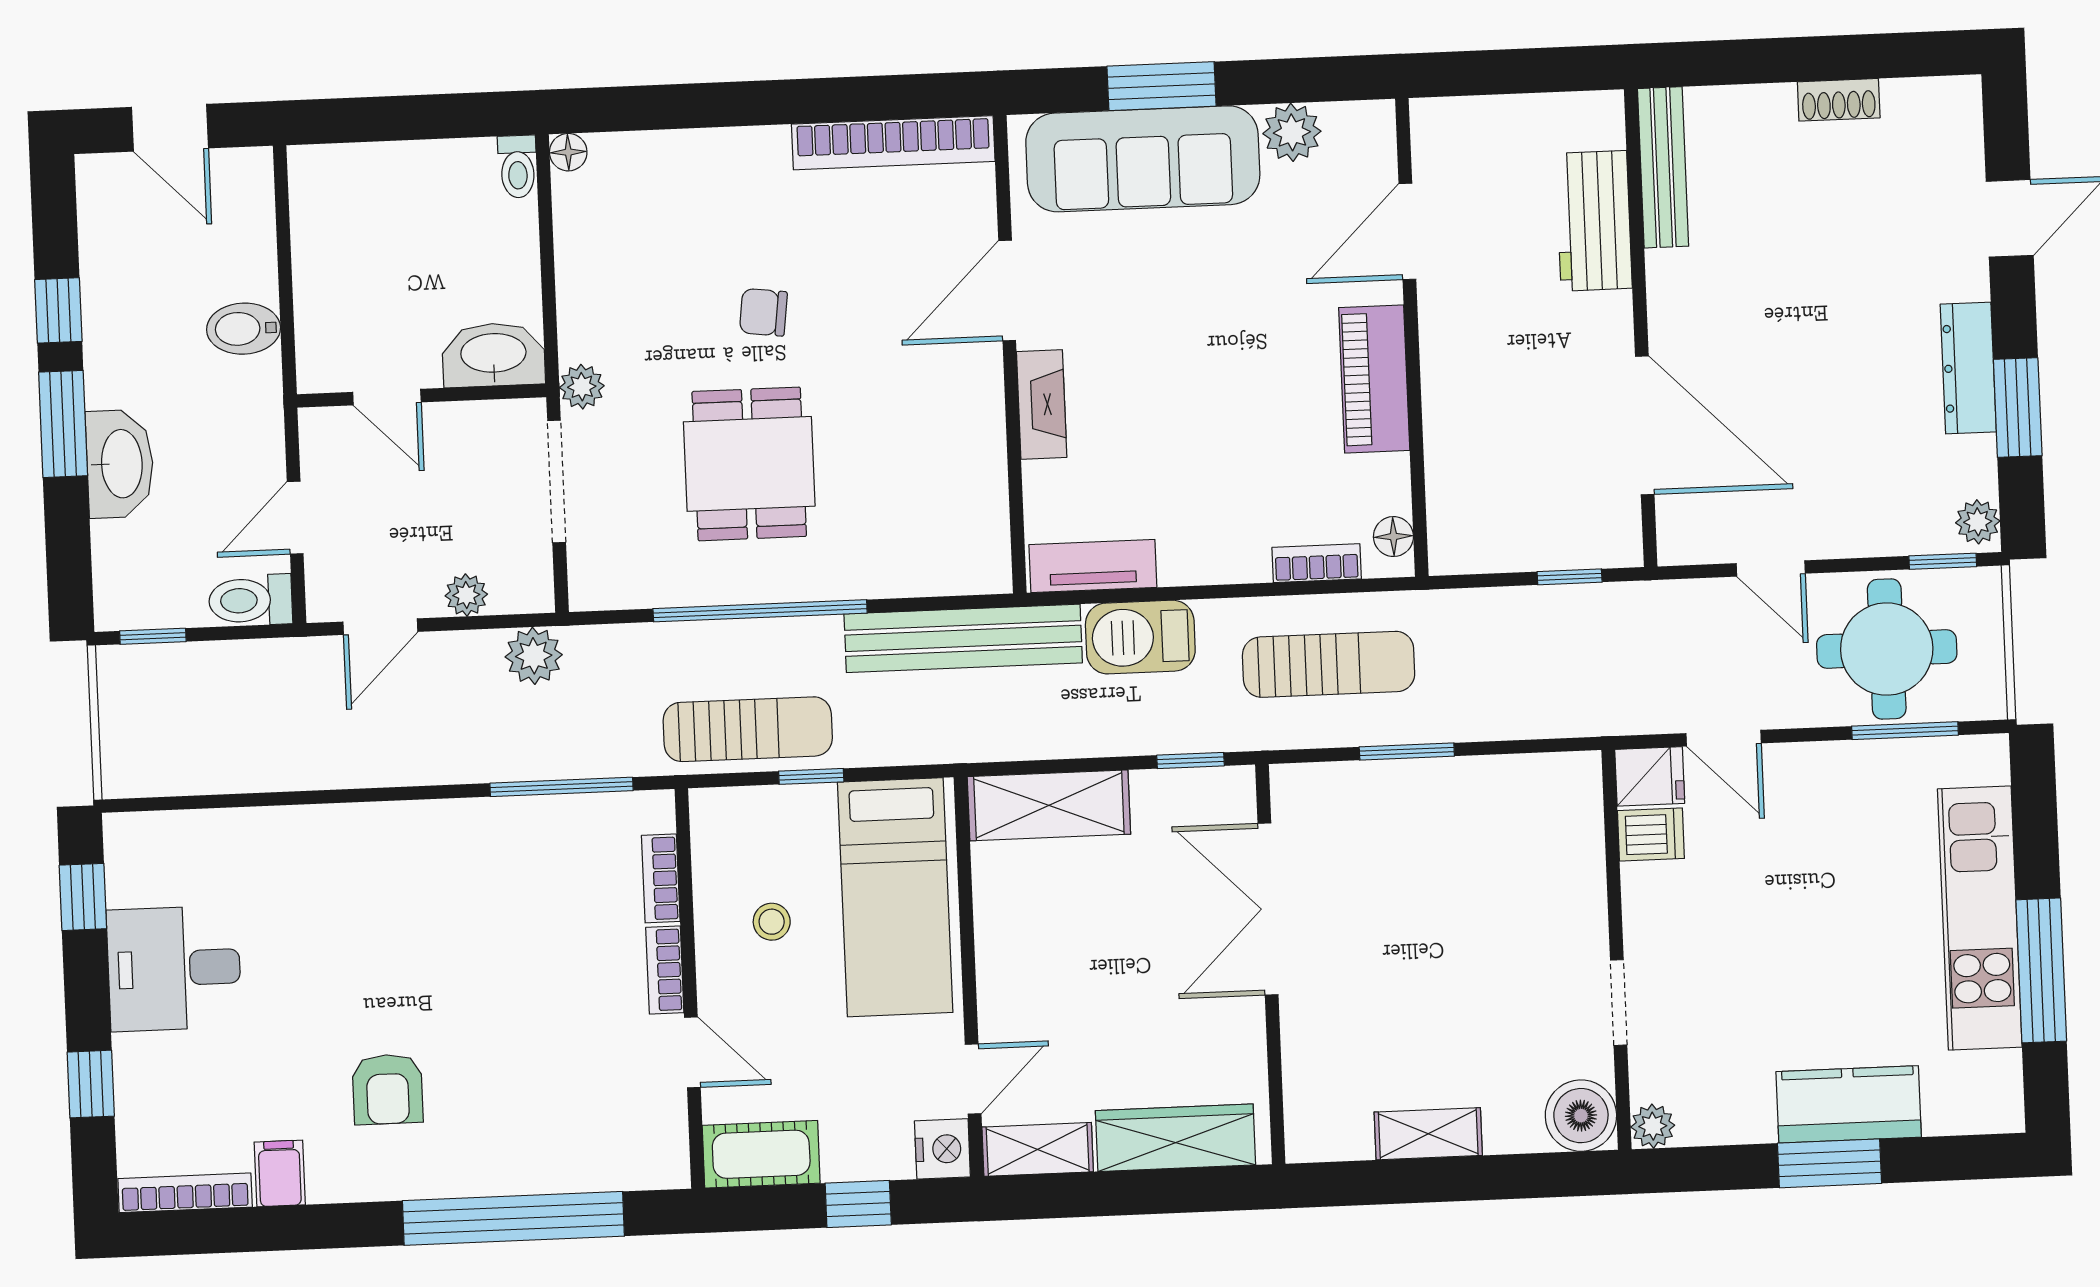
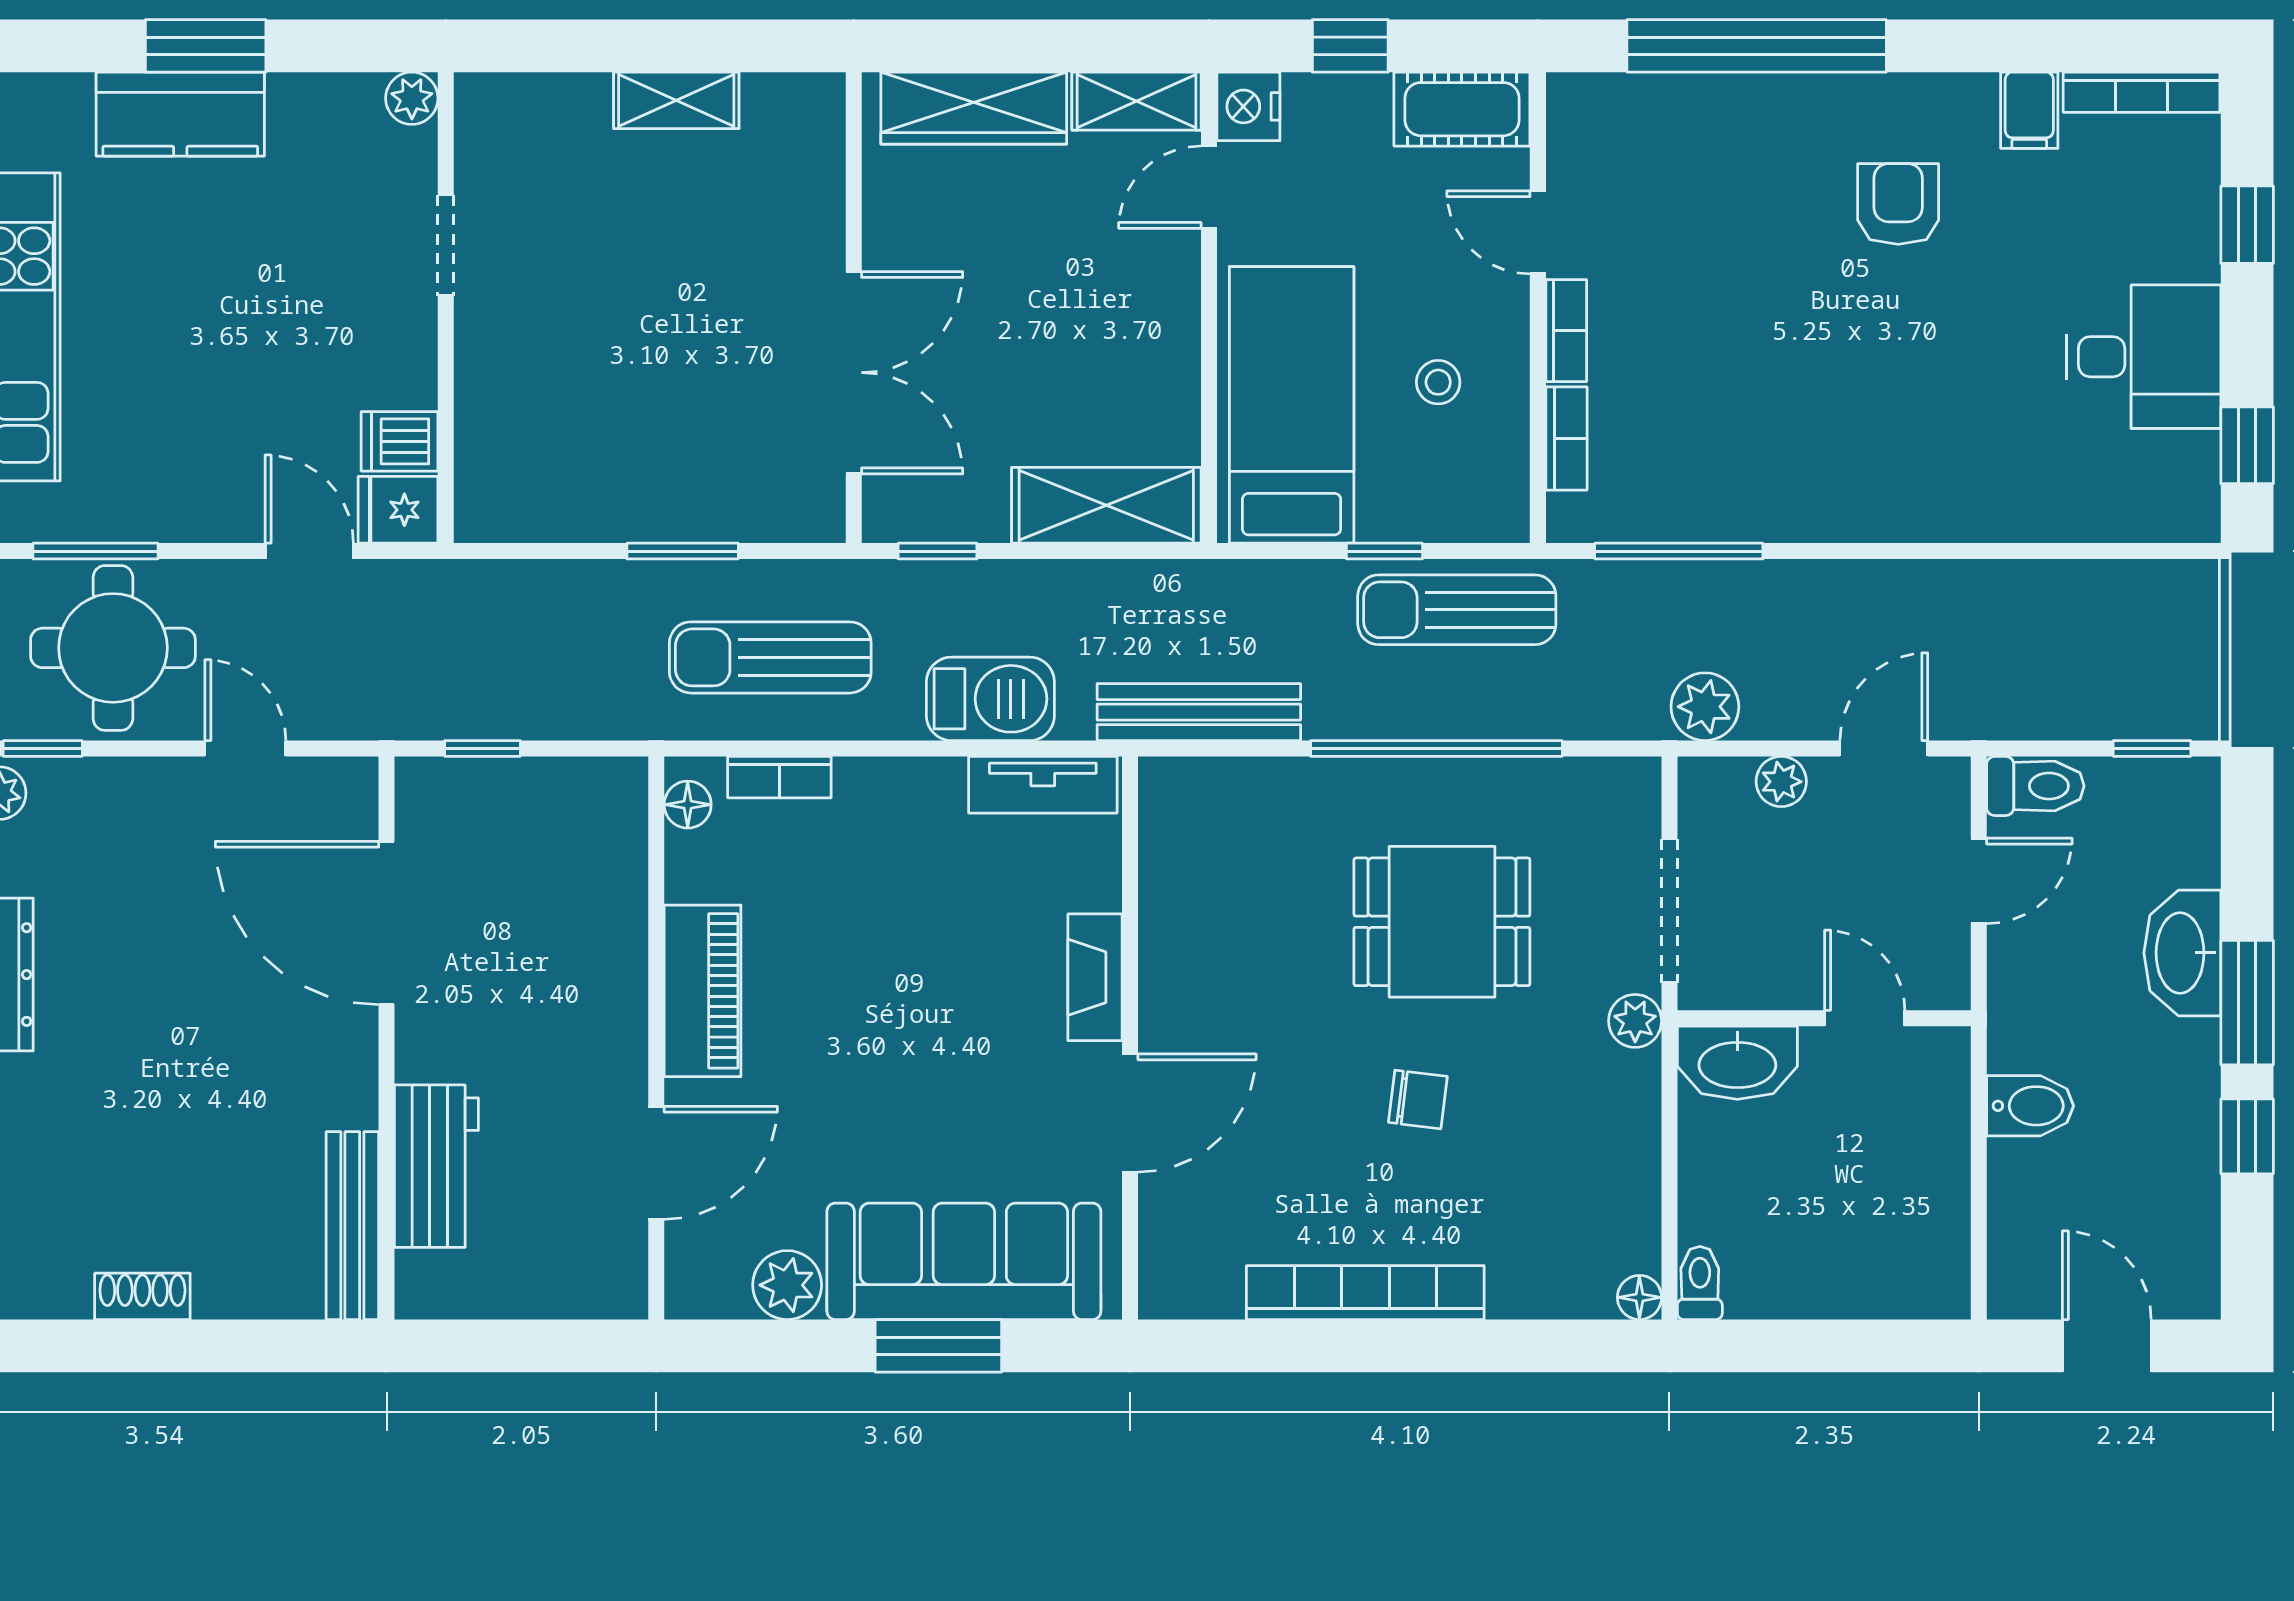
bookcase: (893, 143) -> (1365, 1293), moved
dining table: (749, 464) -> (1442, 922), turned 90
bench: (963, 638) -> (1199, 712), width x0.73, depth x0.82
boiler: (1581, 1116) -> (496, 114), removed

